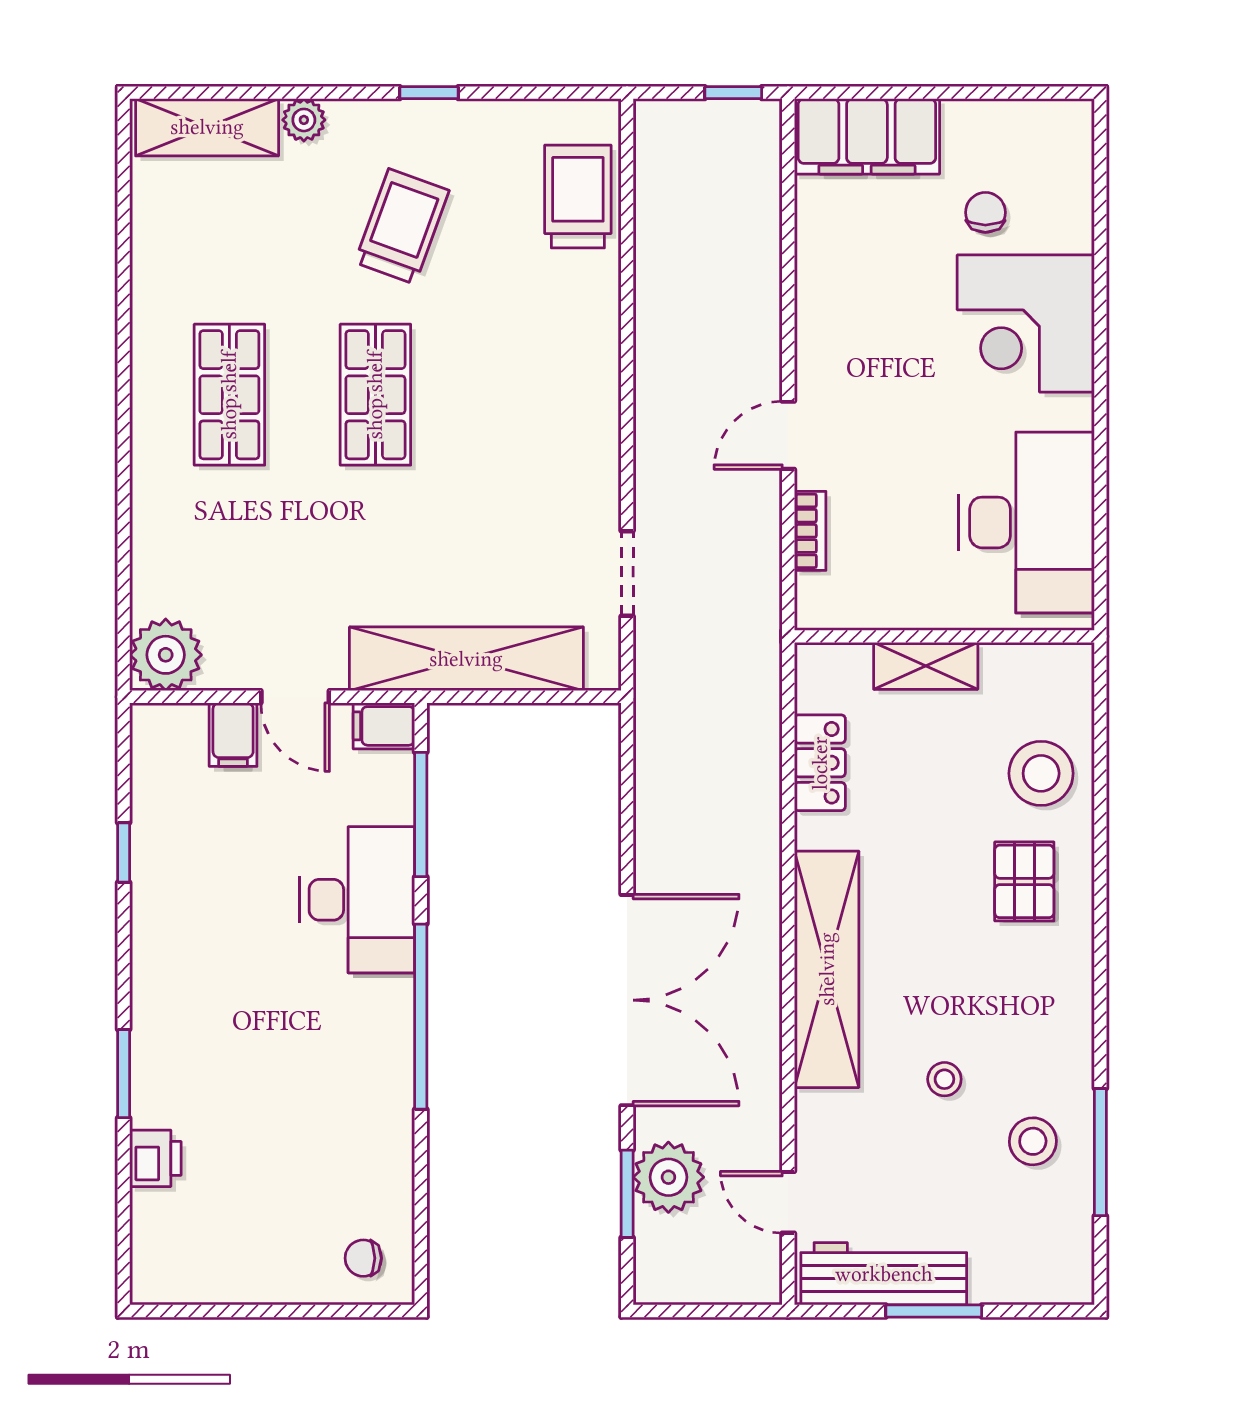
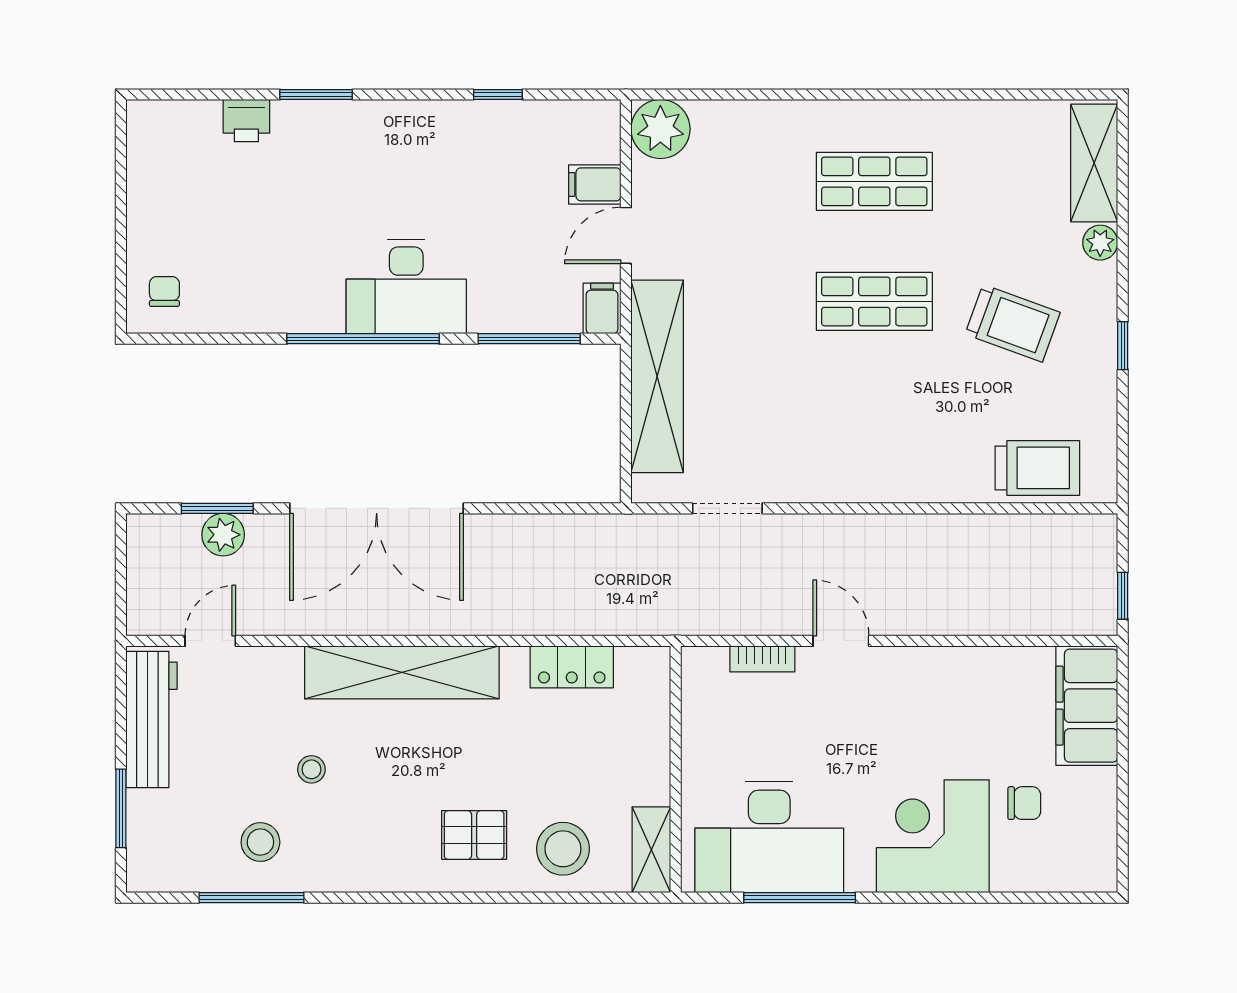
window: (1100, 486) -> (800, 898), added
shelving: (926, 666) -> (651, 850), moved
desk: (357, 900) -> (406, 287), moved
plant: (668, 1177) -> (223, 535), width x0.73, depth x0.73
window: (934, 1311) -> (121, 808), moved

